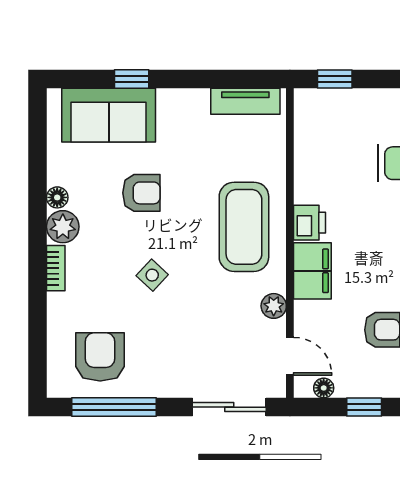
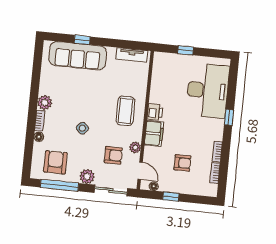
window: (335, 79) -> (186, 50), moved
sofa: (109, 115) -> (78, 56), width x1.36
armchair: (141, 193) -> (113, 155), moved
floor lamp: (57, 197) -> (39, 137), moved
coffee table: (244, 227) -> (125, 111), width x0.73, depth x0.76
plant: (174, 381) -> (87, 176), added

